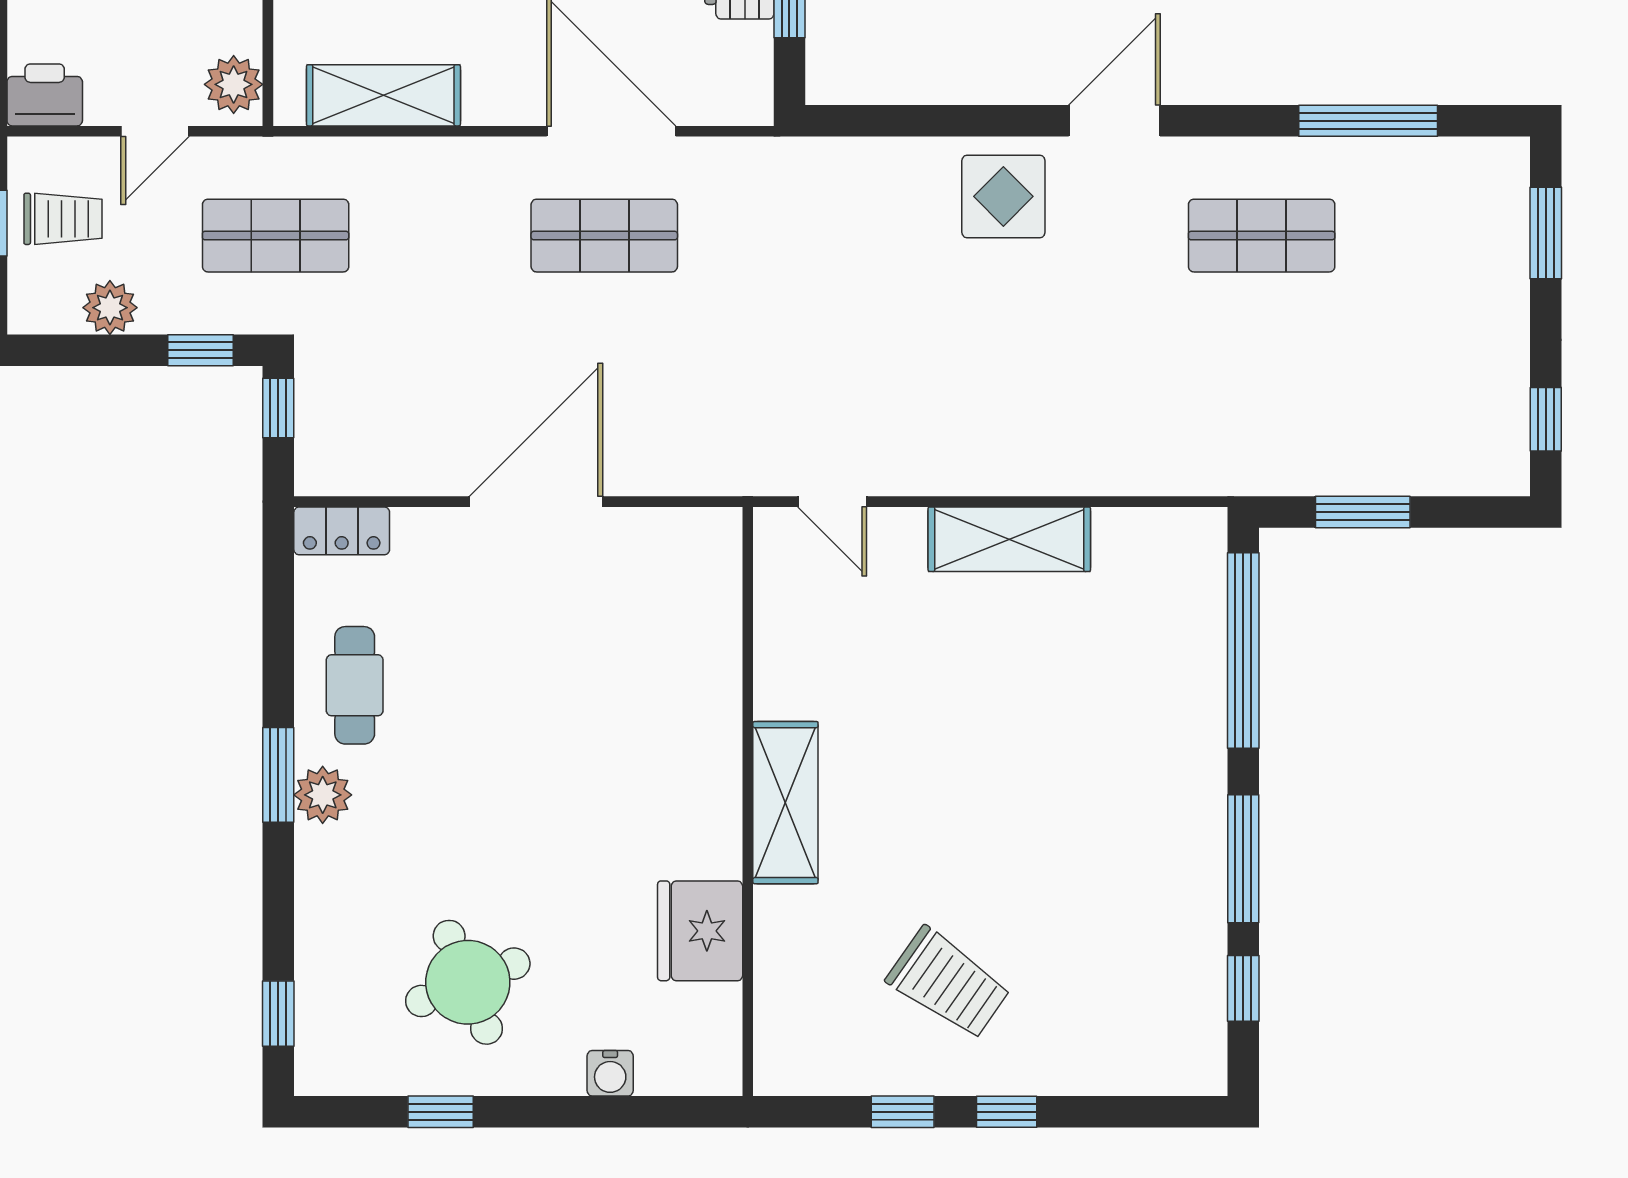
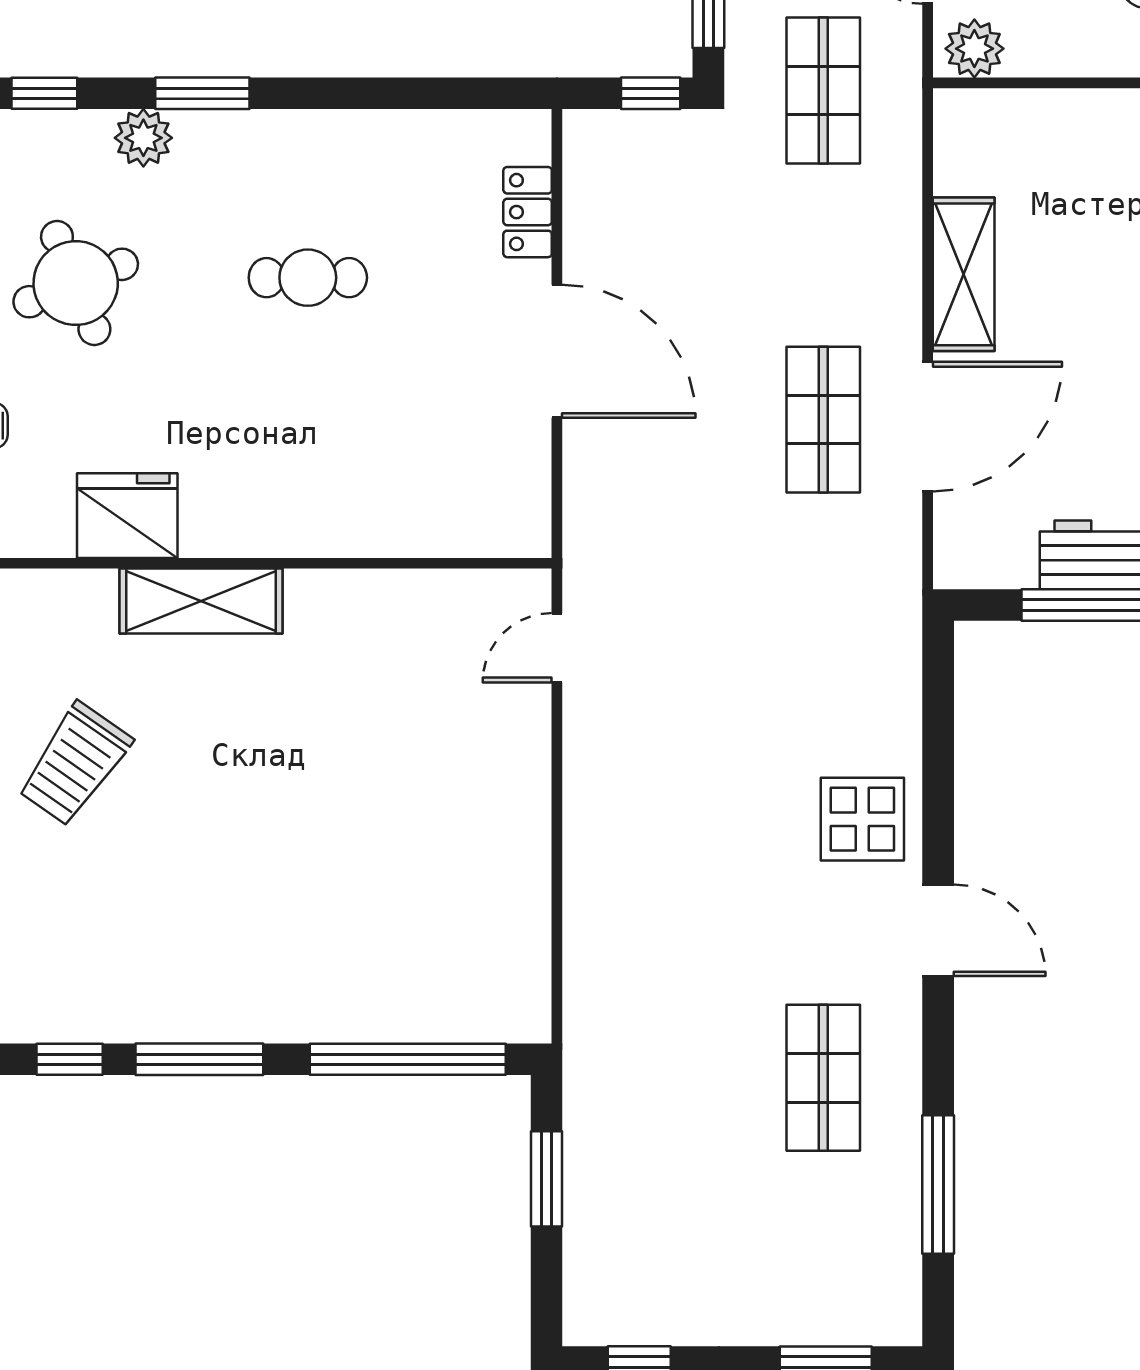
shelving: (383, 95) -> (964, 274), moved
locker: (342, 531) -> (528, 212), moved
shelving: (1009, 539) -> (519, 825), removed
cafe table: (355, 685) -> (308, 278), moved
window: (278, 775) -> (202, 93), moved
plant: (323, 795) -> (143, 138), moved
shelving: (785, 803) -> (201, 601), moved

